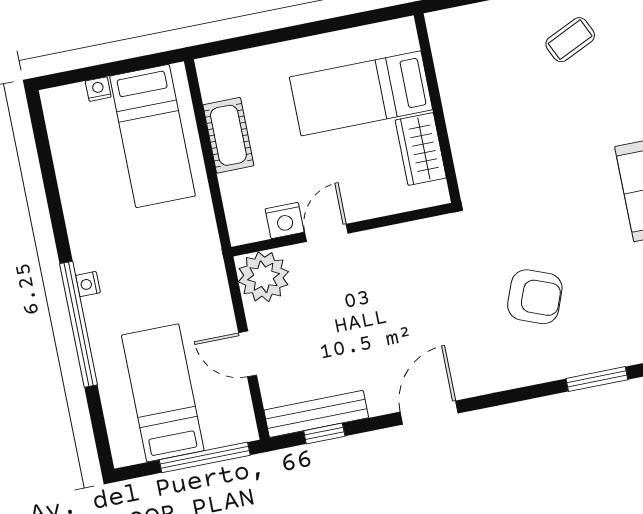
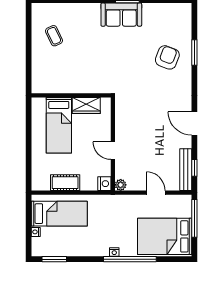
window: (43, 146) -> (54, 259), added
nightstand: (285, 220) -> (104, 184), moved
plant: (263, 277) -> (121, 185), width x0.53, depth x0.53
armchair: (535, 297) -> (167, 57), moved
door: (248, 354) -> (156, 193), swing flipped
bed: (163, 393) -> (165, 236), width x1.50

